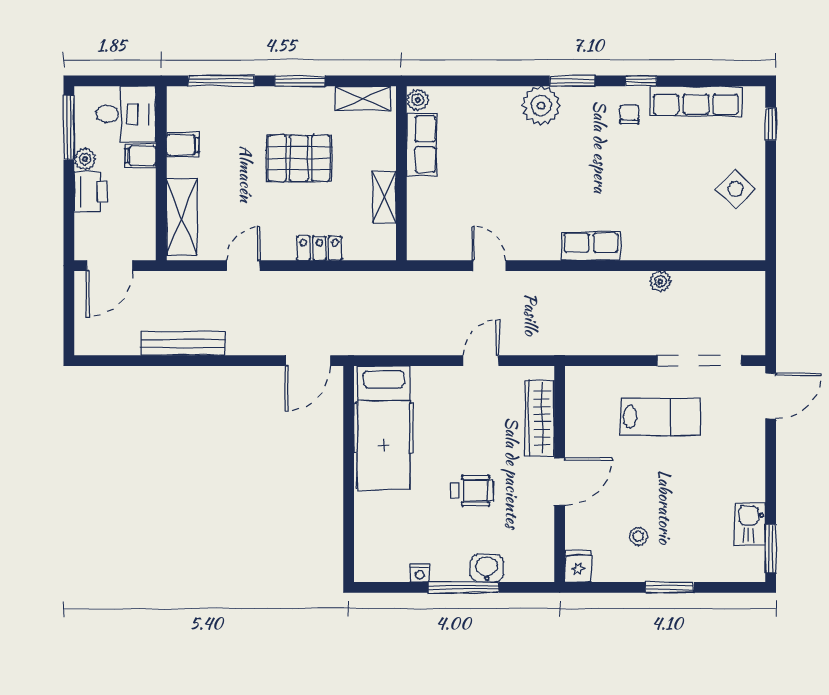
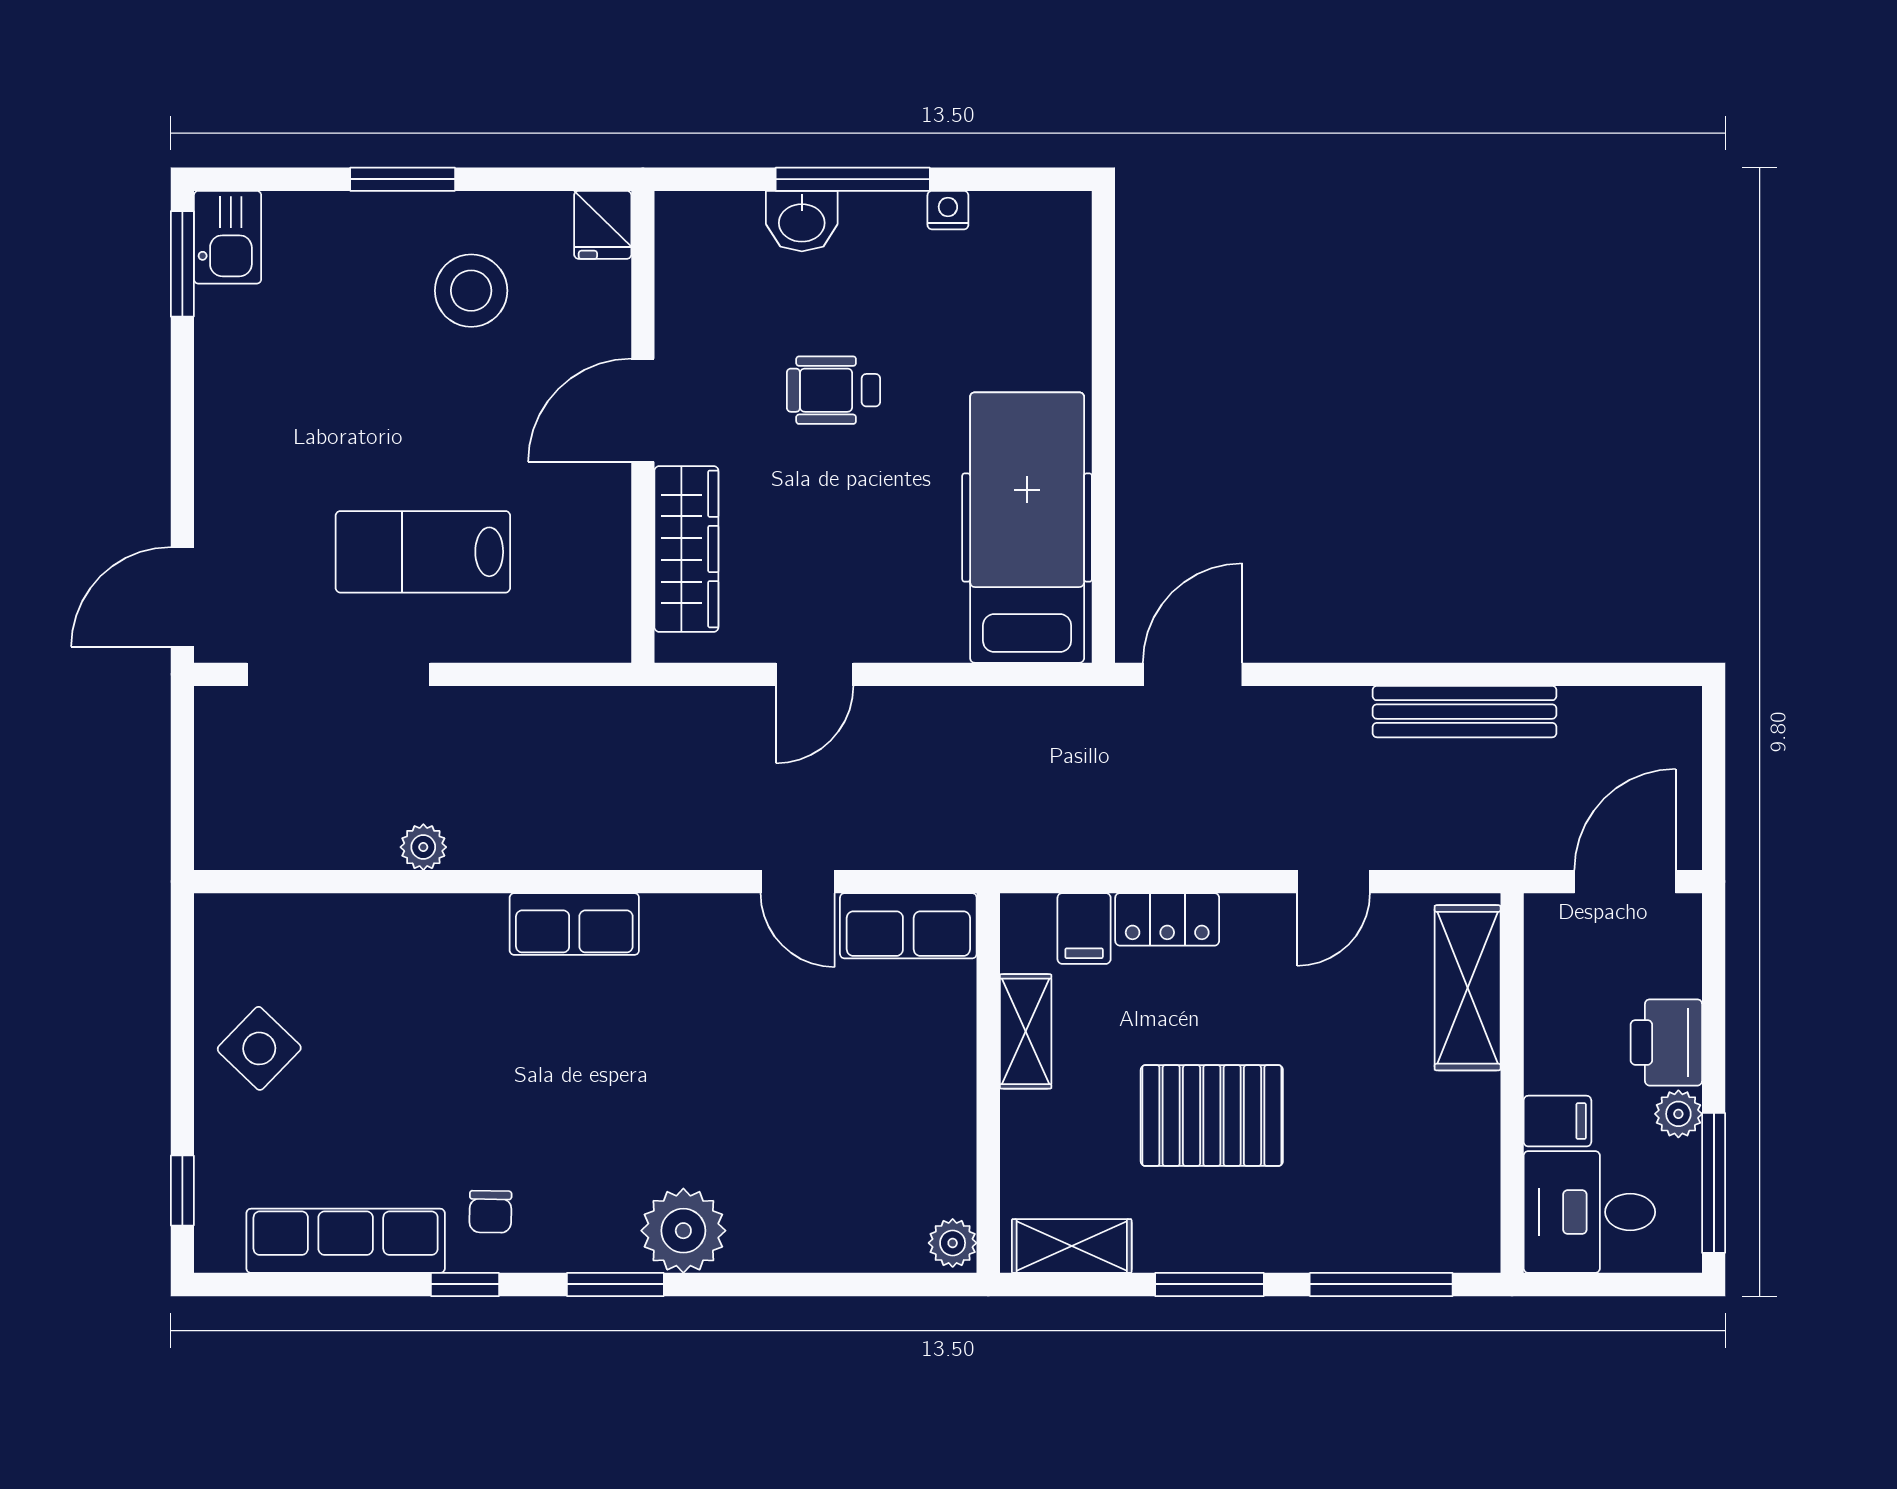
row of seats: (422, 144) -> (908, 926), moved, turned -90
filing cabinet: (183, 145) -> (1084, 928), moved, turned -90
kitchen sink: (750, 524) -> (228, 237), moved
stool: (638, 536) -> (471, 291), width x1.89, depth x1.89

